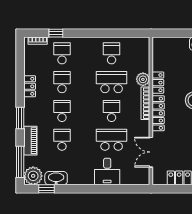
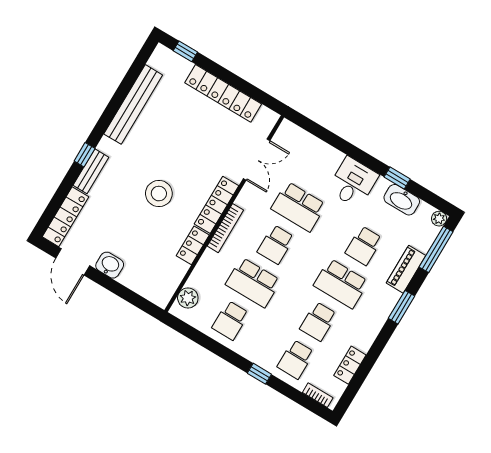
window: (56, 33) -> (259, 374), moved
plant: (143, 79) -> (188, 298), moved
locker: (30, 86) -> (350, 365), moved
school desk: (62, 111) -> (341, 284), width x1.85
desk: (107, 172) -> (353, 182), moved
plant: (33, 176) -> (439, 219), width x0.53, depth x0.53
window: (46, 189) -> (397, 178), moved

